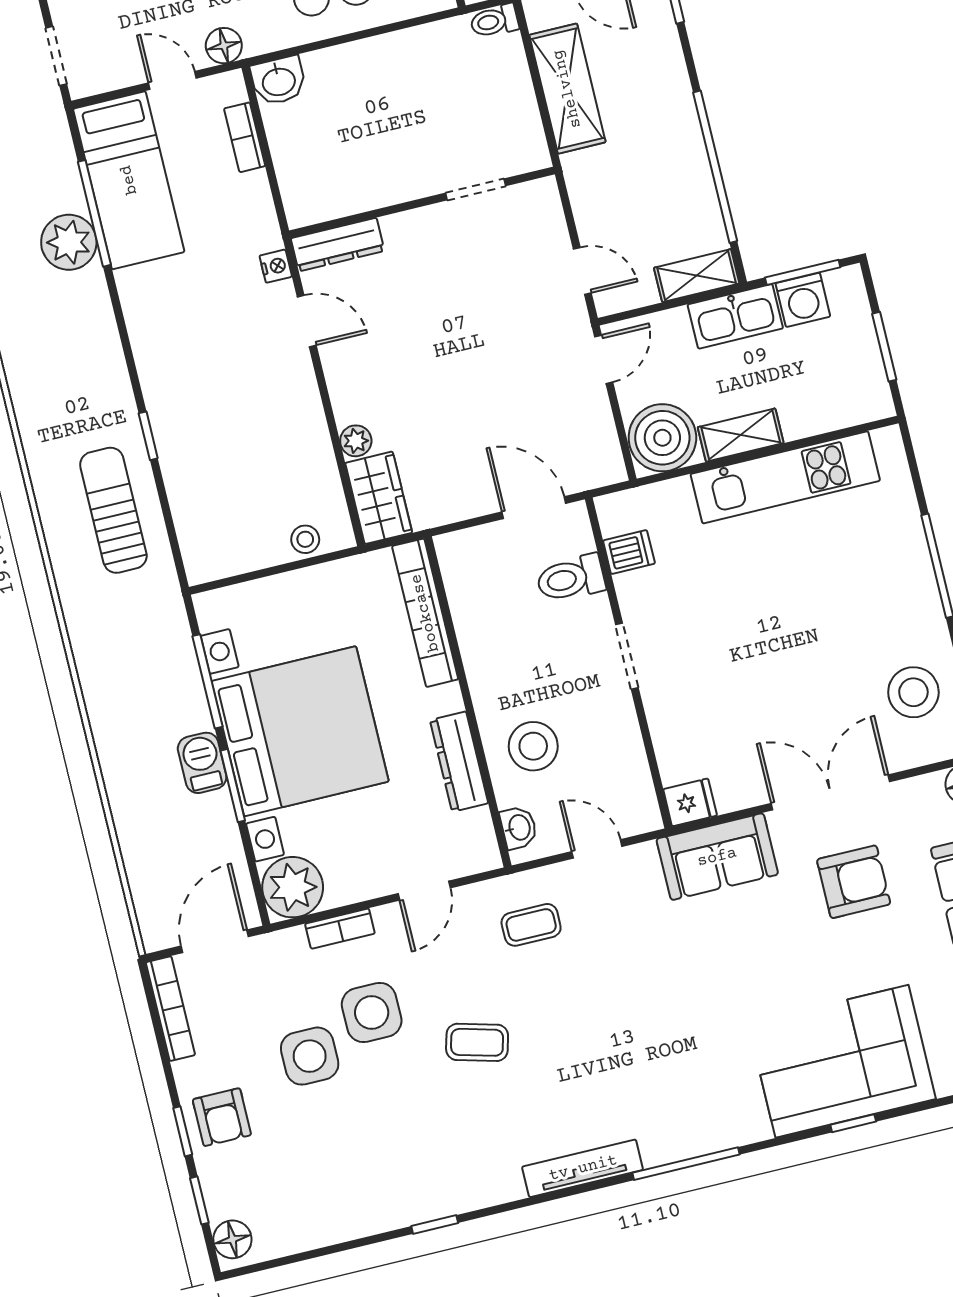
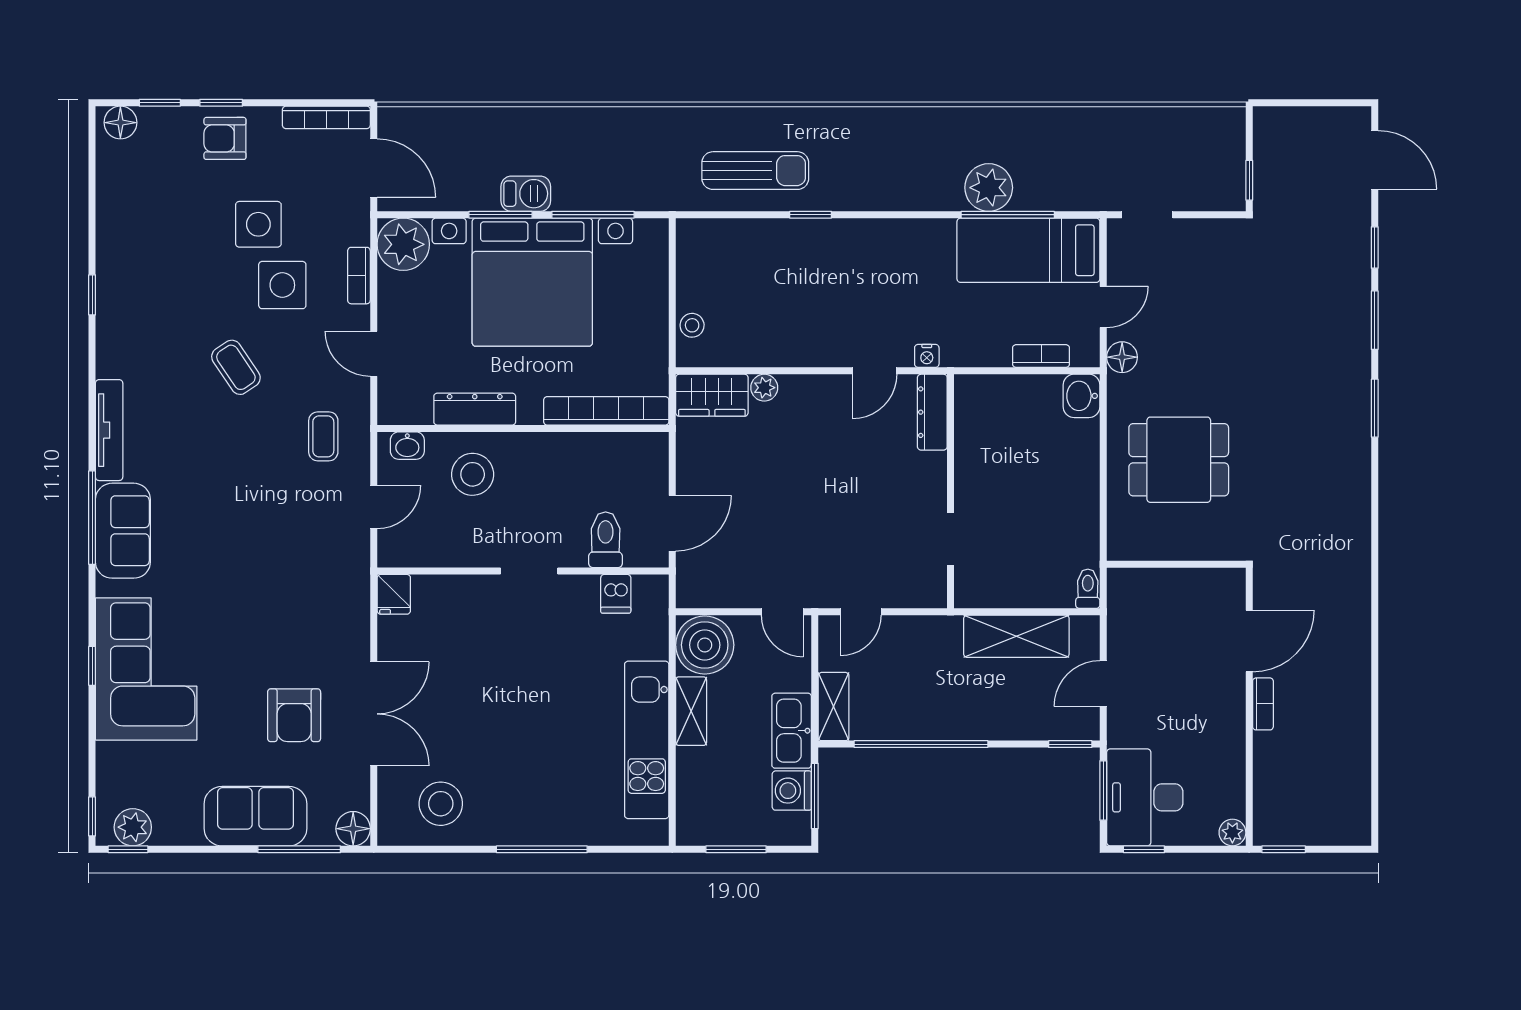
sofa: (717, 857) -> (123, 531), moved, turned 180
coffee table: (477, 1042) -> (236, 367), turned -49

